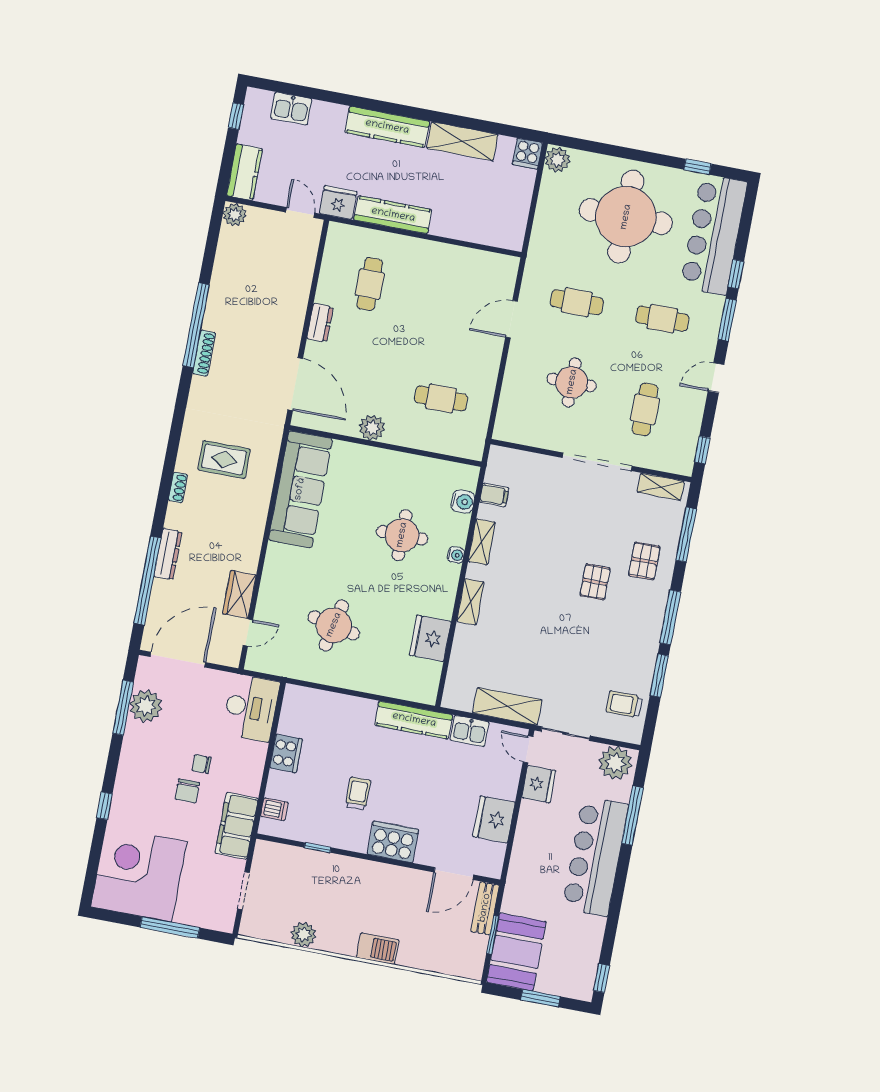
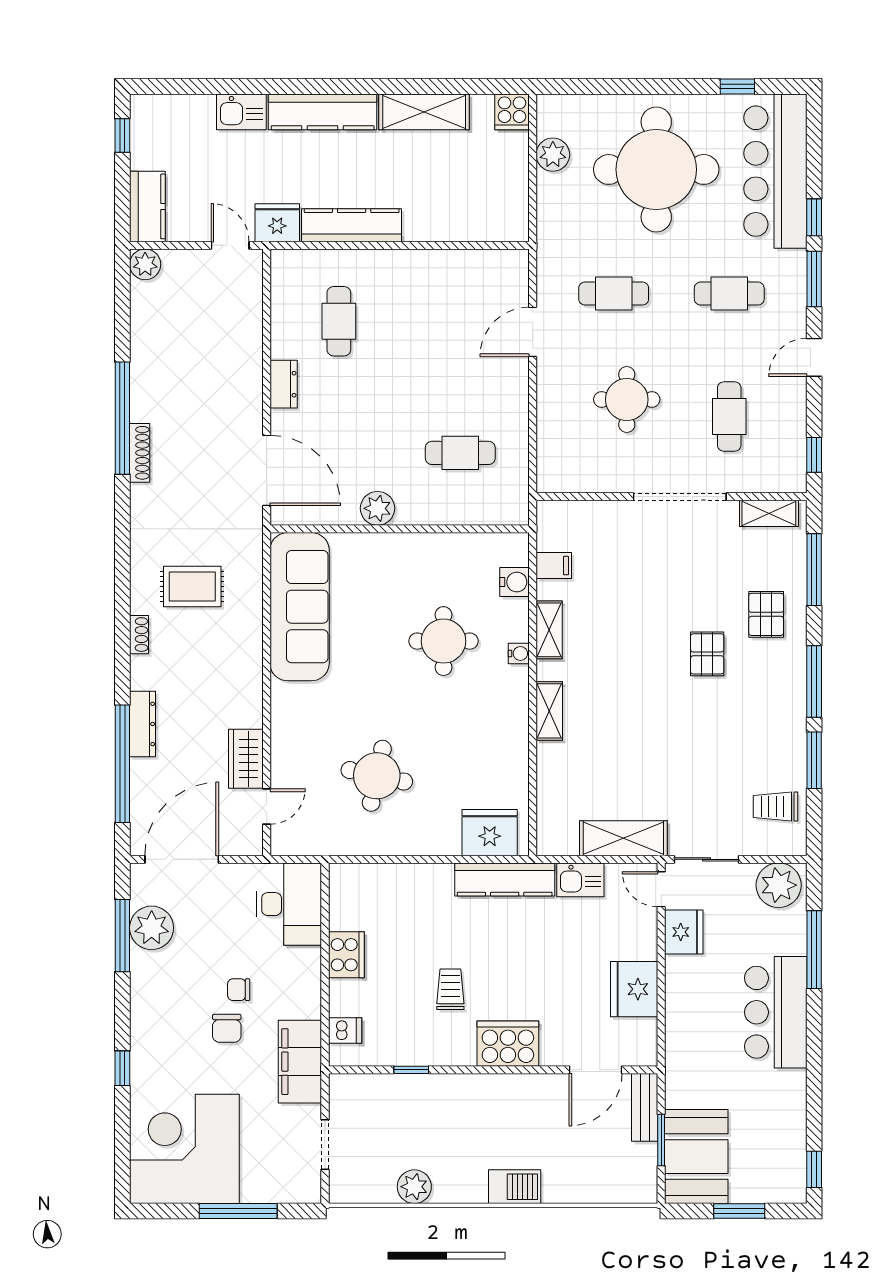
kitchen sink: (291, 109) -> (241, 112), moved
plant: (557, 160) -> (553, 155), moved
fridge: (430, 638) -> (490, 833), moved, turned 90
bar counter: (595, 856) -> (776, 1012), width x0.73

